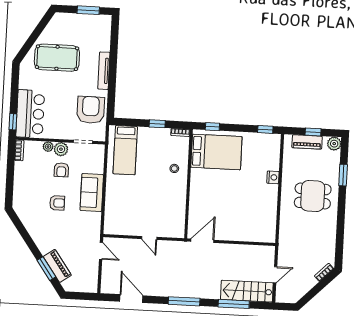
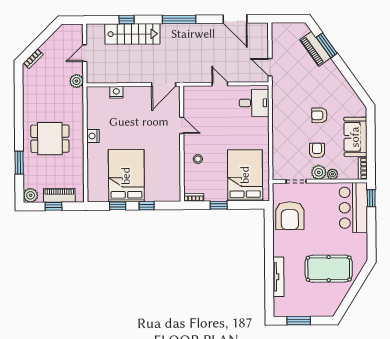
tv unit: (104, 71) -> (278, 277), moved
window: (212, 127) -> (147, 206), moved
window: (265, 129) -> (118, 206), moved
bed: (125, 150) -> (245, 175), width x1.50
bed: (216, 152) -> (126, 176), moved, turned 90
nightstand: (273, 177) -> (93, 136), moved
sofa: (92, 193) -> (355, 137), moved, turned 180
door: (188, 201) -> (182, 125), added
desk: (118, 218) -> (254, 103), added
nightstand: (247, 236) -> (116, 92), added
plant: (284, 249) -> (76, 81), added
stairs: (247, 291) -> (132, 34), moved
window: (234, 304) -> (127, 20), width x0.46

